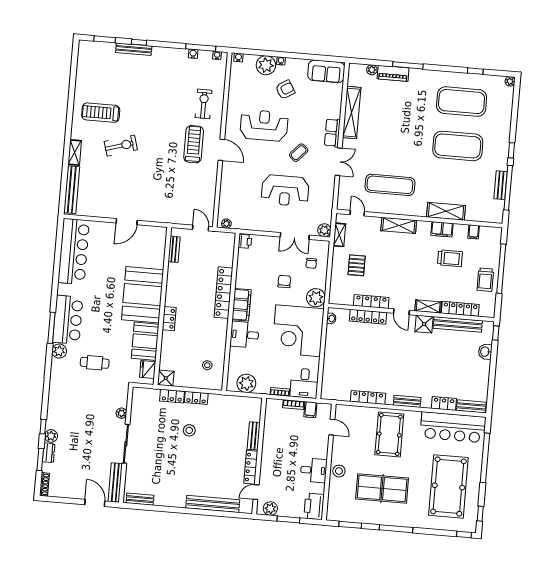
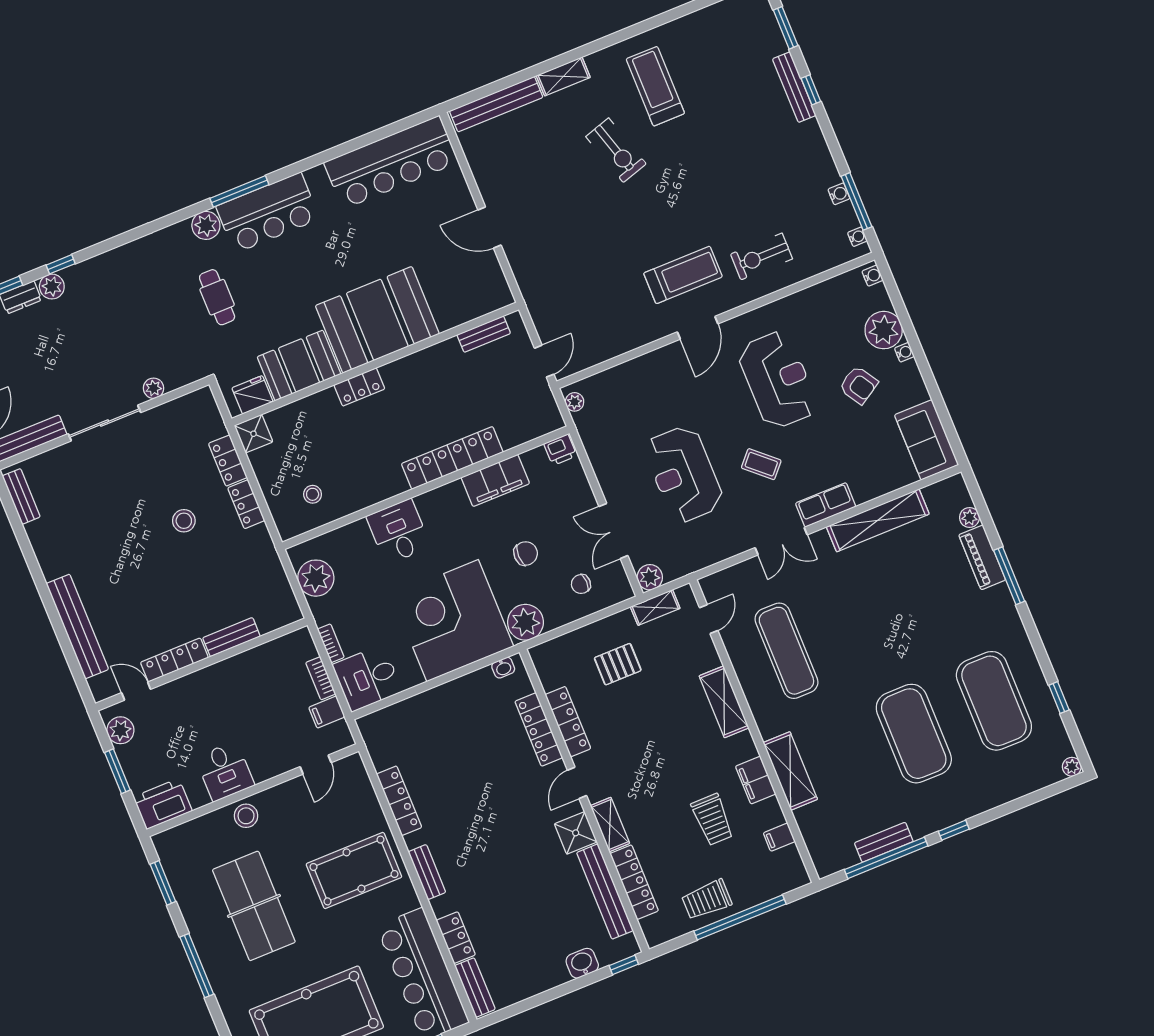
exercise bike: (204, 104) -> (762, 256), turned 180
filing cabinet: (242, 305) -> (495, 480), moved

